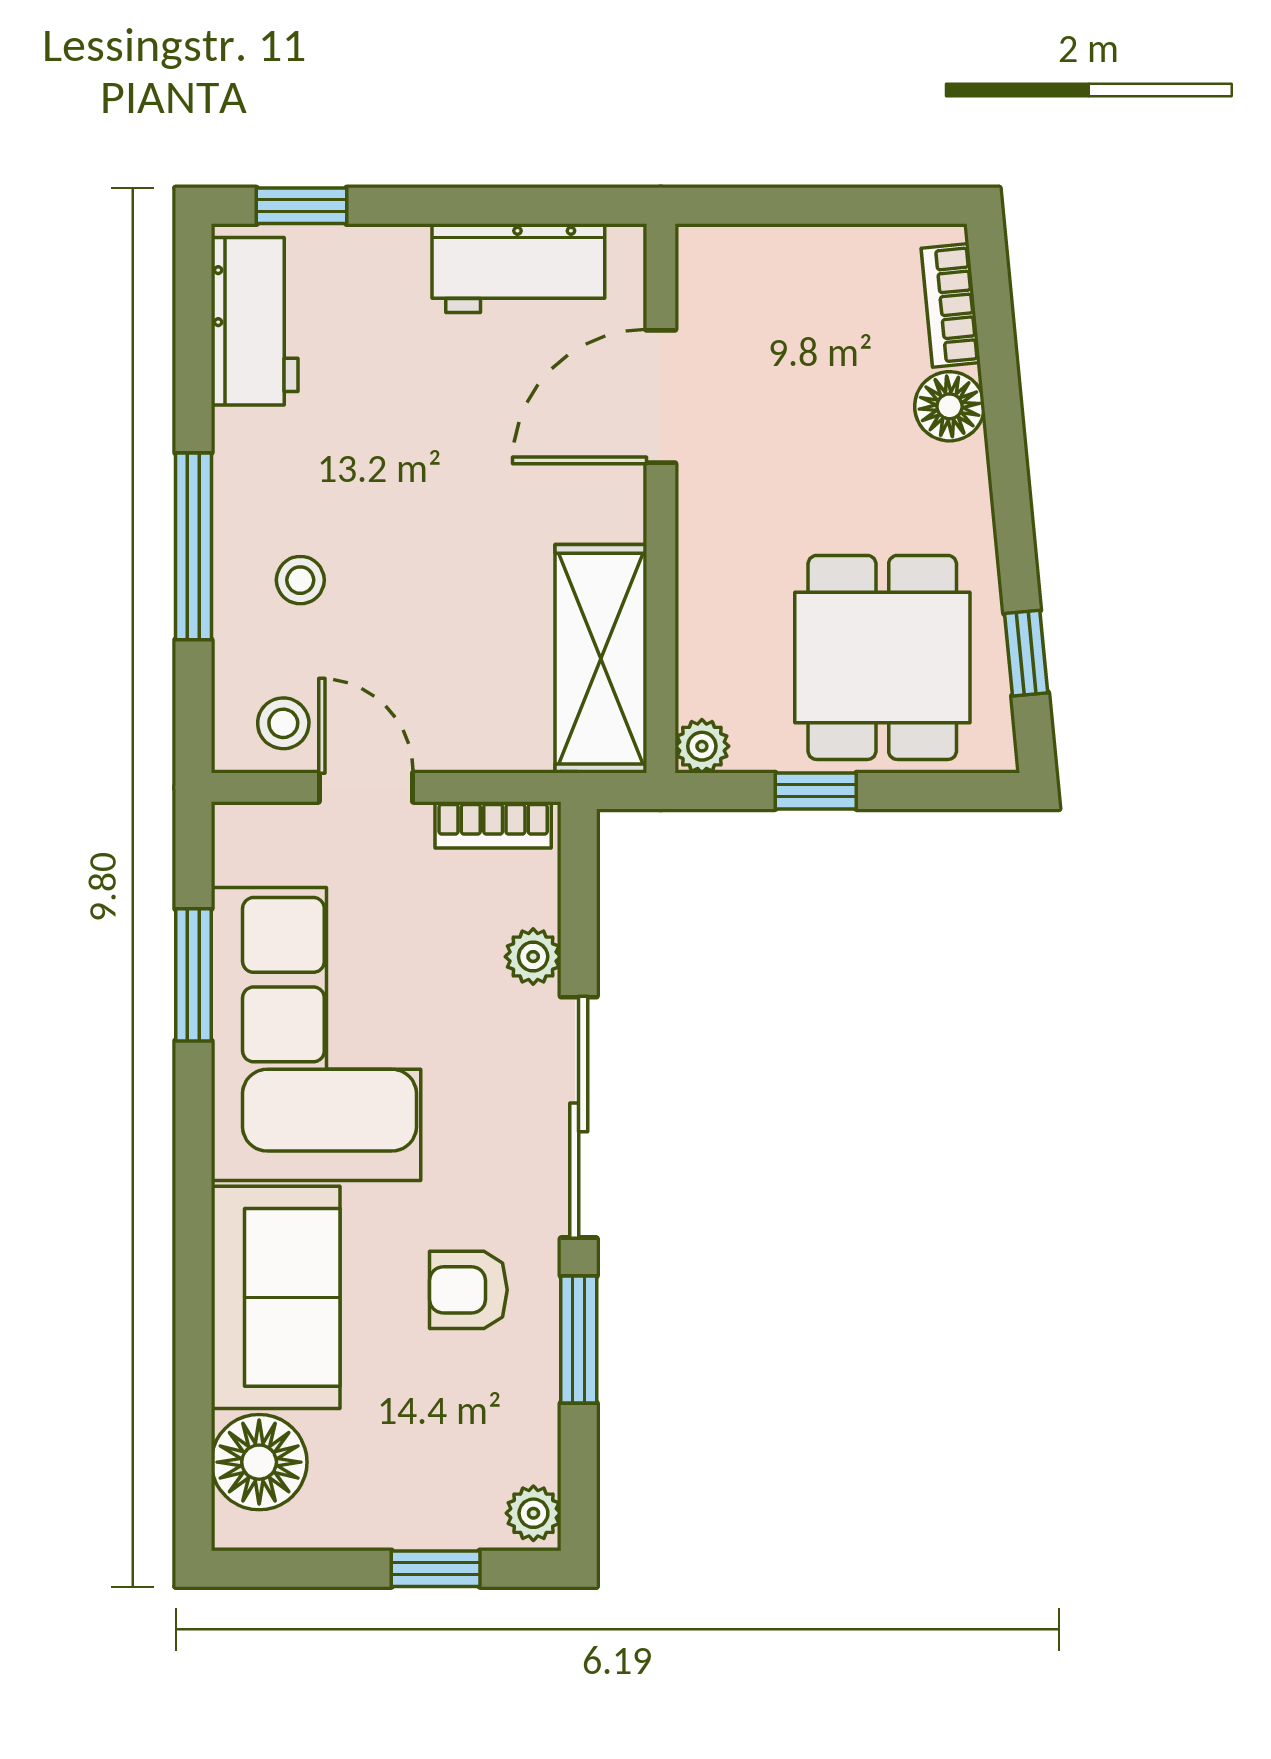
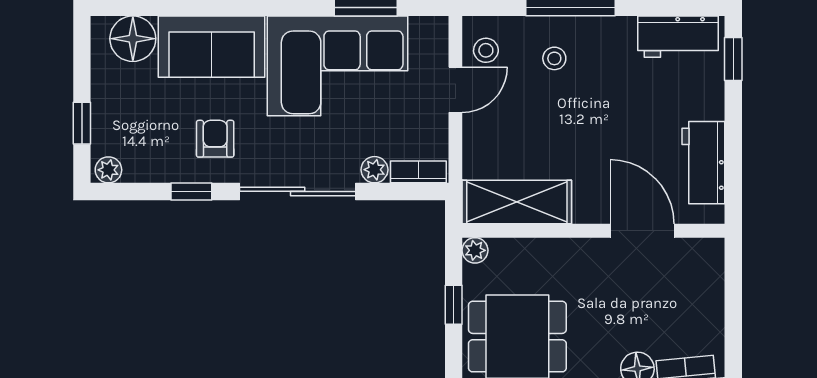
bookcase: (493, 825) -> (418, 172), moved, turned 90
window: (579, 1340) -> (191, 191), width x0.67

